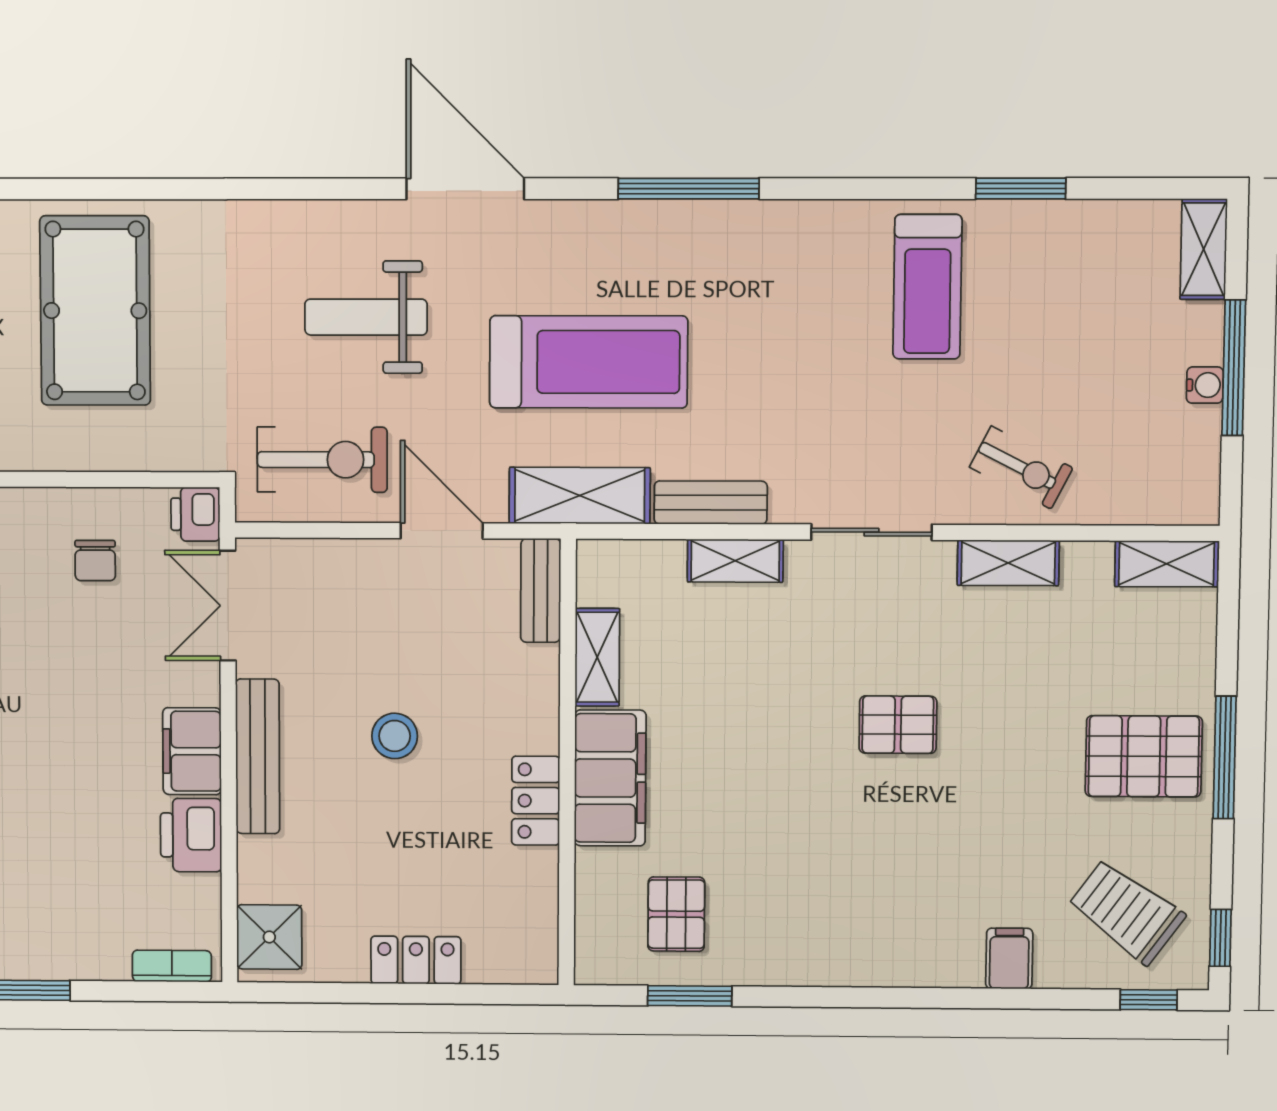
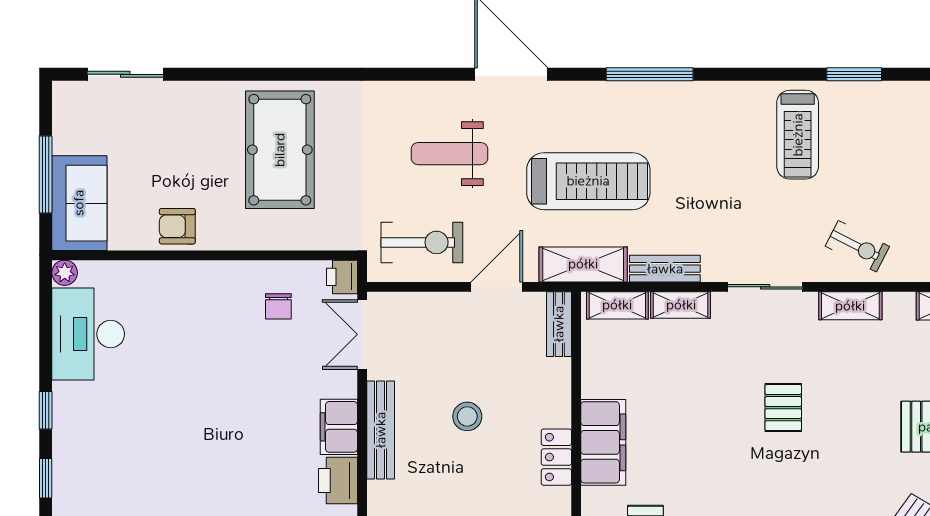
door: (442, 531) -> (497, 287), hinge flipped
shelving: (597, 657) -> (617, 305), moved, turned 90
pallet: (898, 725) -> (783, 408), turned 90

